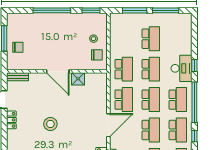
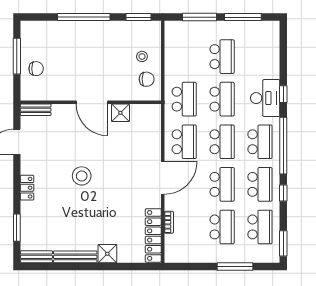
locker: (11, 120) -> (27, 188), moved

